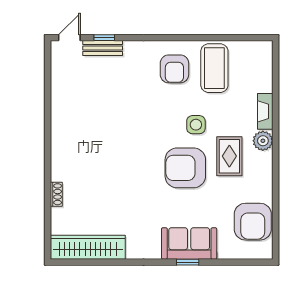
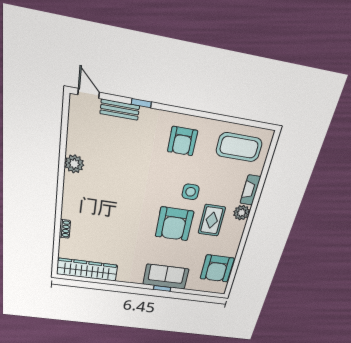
door: (69, 38) -> (89, 94), hinge flipped
window: (104, 38) -> (141, 103), moved
coffee table: (214, 68) -> (239, 147), moved, turned 90
plant: (61, 113) -> (74, 164), added
armchair: (185, 168) -> (174, 224), turned -90

